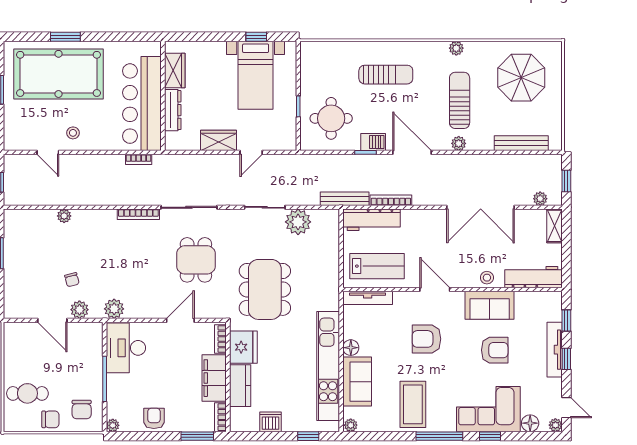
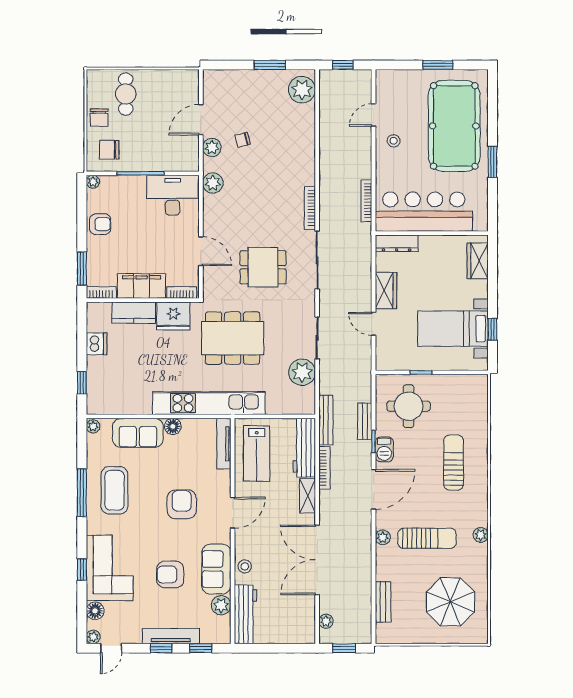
window: (65, 37) -> (492, 162), moved
wardrobe: (175, 71) -> (478, 261), moved, turned 90
sun lounger: (386, 75) -> (454, 463), turned 180
dresser: (173, 110) -> (397, 243), moved
bench: (521, 143) -> (383, 602), width x0.73
bookcase: (139, 159) -> (366, 201), width x1.56
bench: (346, 161) -> (365, 421), added
plant: (64, 216) -> (302, 90), moved, width x1.88, depth x1.88
shelving: (555, 226) -> (308, 496), moved, turned 90
plant: (525, 301) -> (221, 605), added
armchair: (495, 350) -> (170, 574), turned 90
kitchen unit: (328, 366) -> (209, 403), moved
coffee table: (413, 404) -> (114, 490), turned 90
window: (439, 436) -> (82, 493), moved

